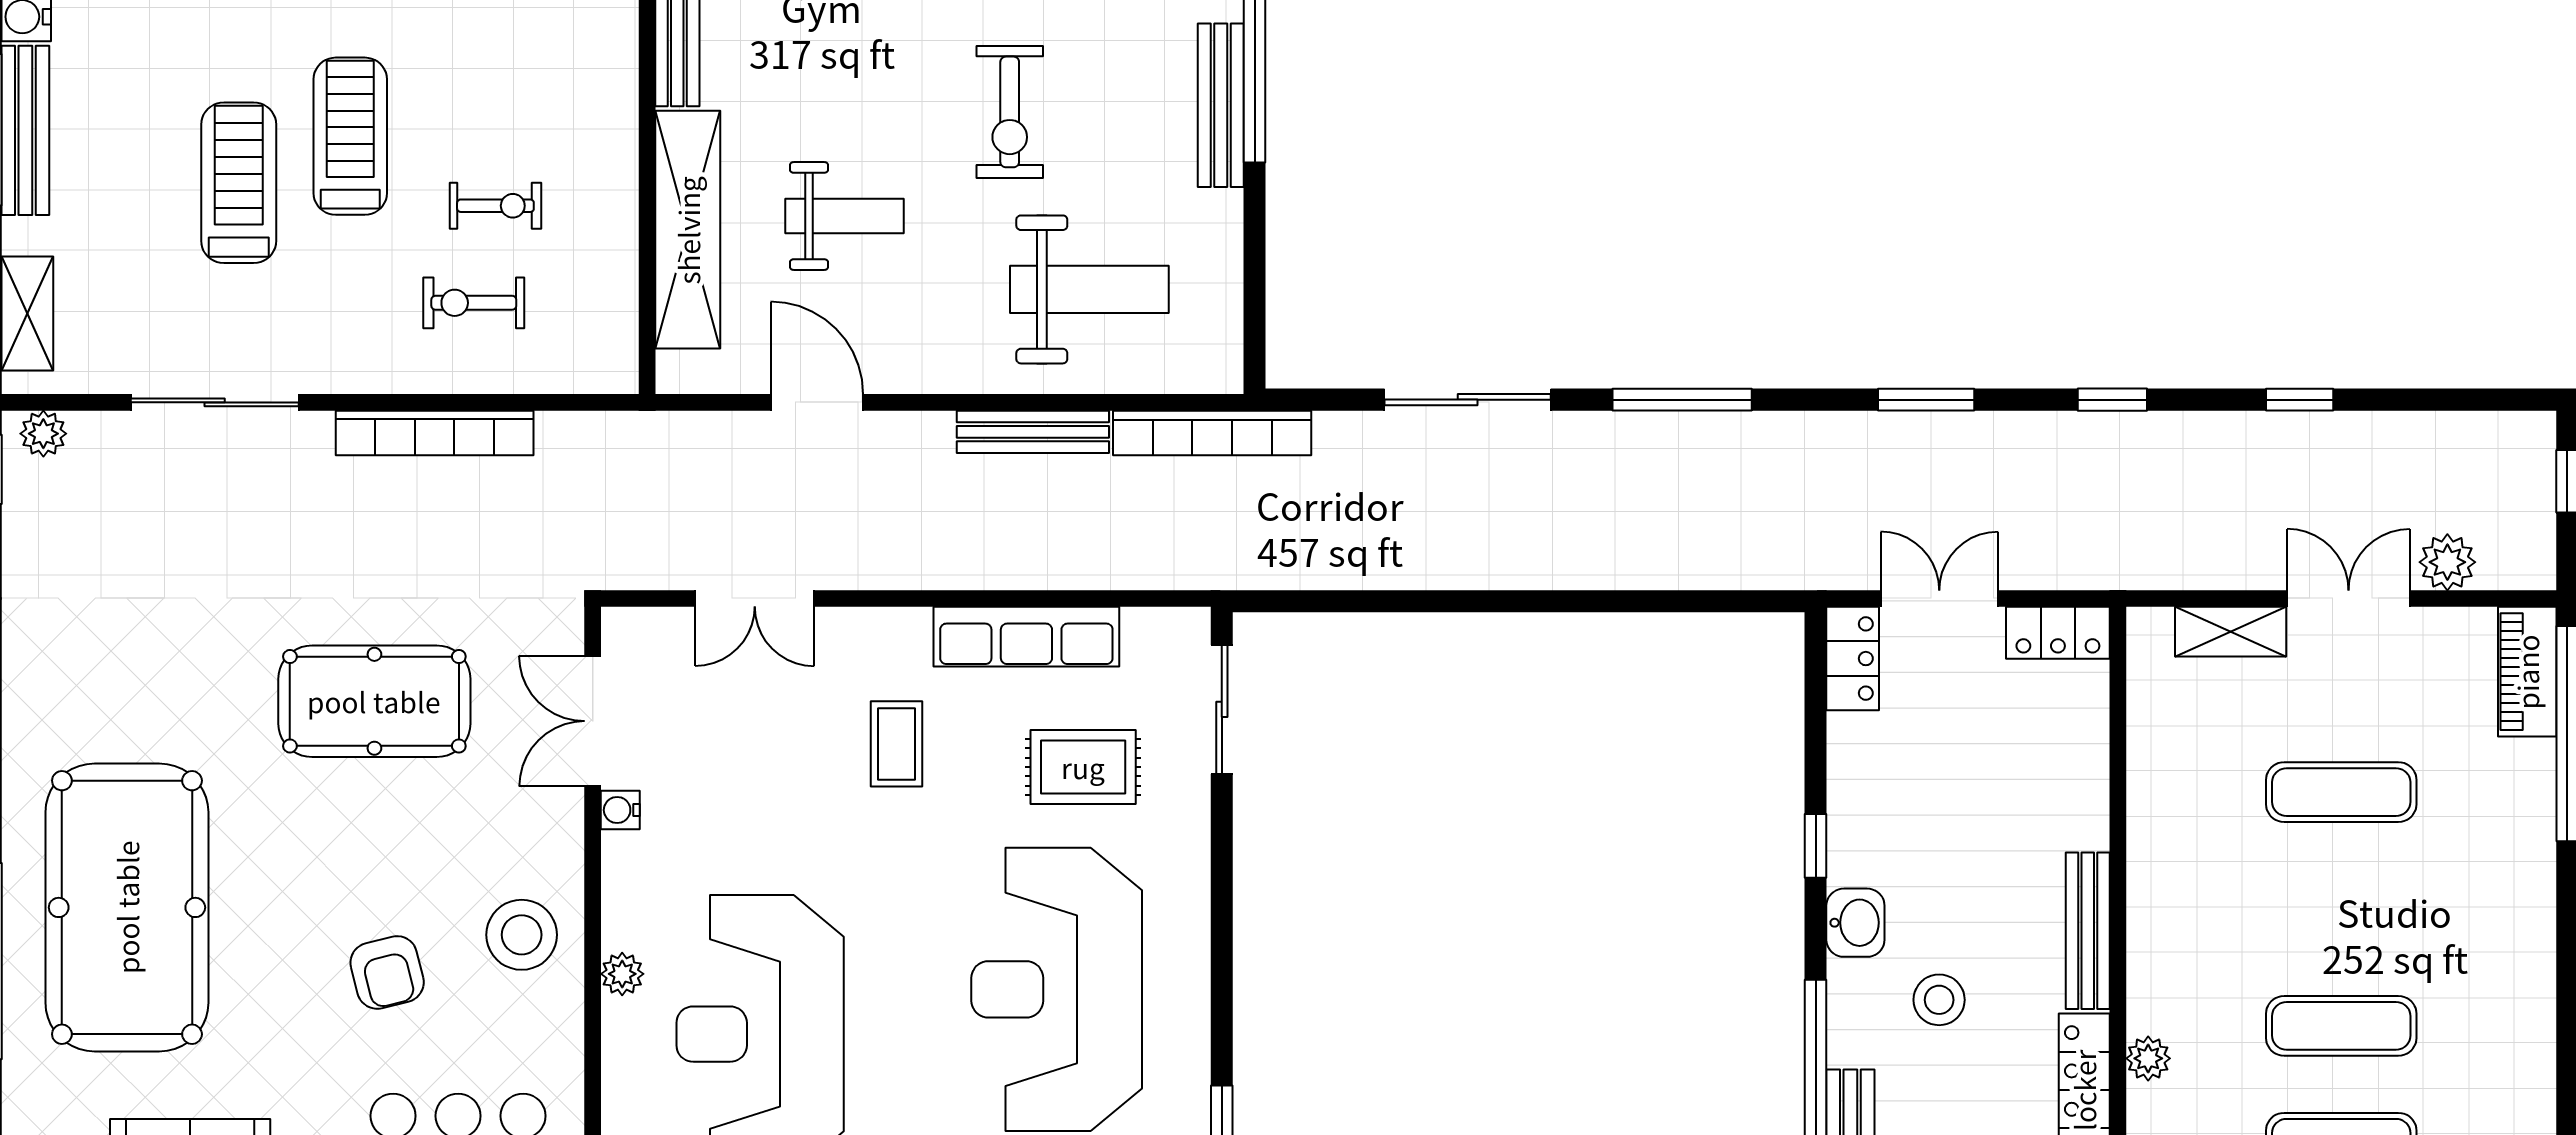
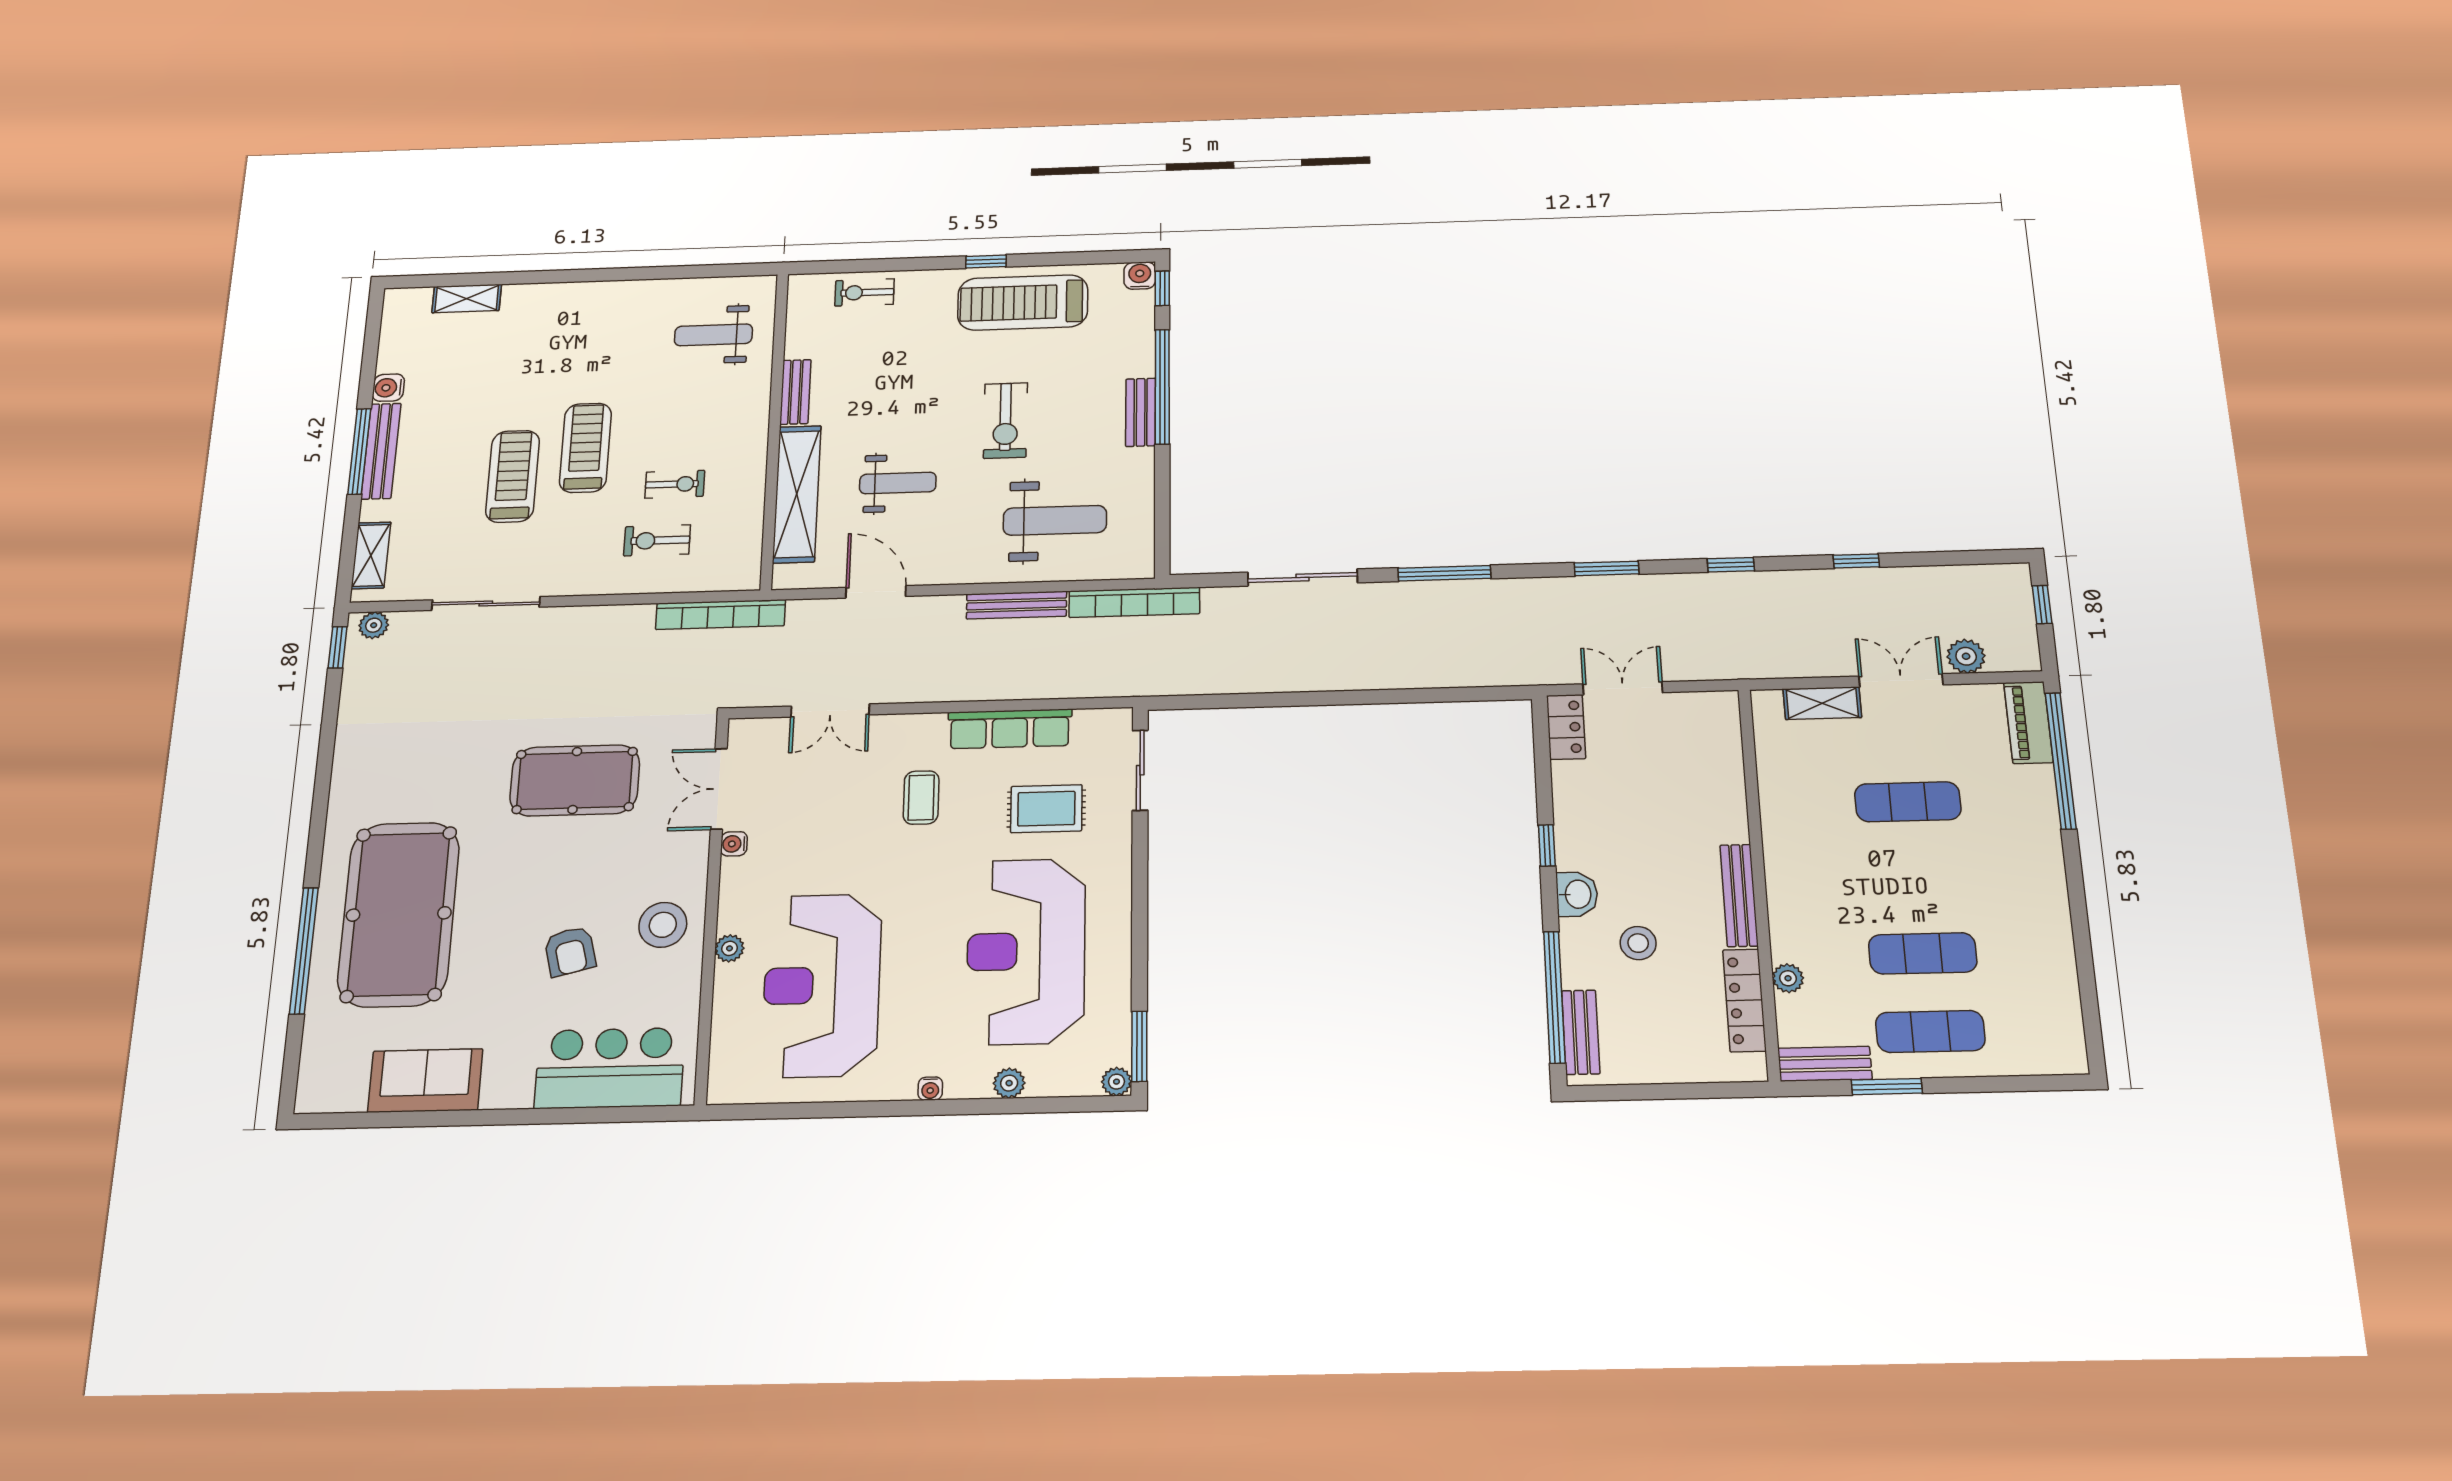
bench: (1221, 105) -> (1141, 412), width x0.73
bookcase: (435, 433) -> (721, 615), moved
locker: (2058, 633) -> (1705, 707), removed

